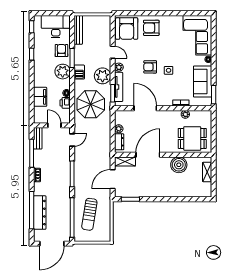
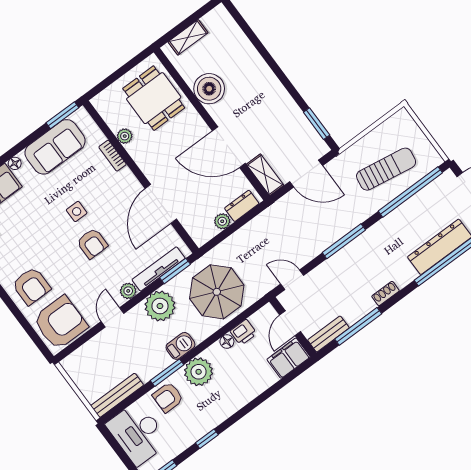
filing cabinet: (40, 97) -> (289, 358), moved

